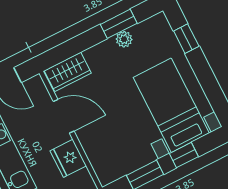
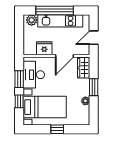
window: (119, 24) -> (94, 87), moved
window: (186, 39) -> (57, 129), moved
desk: (124, 153) -> (34, 75), added

